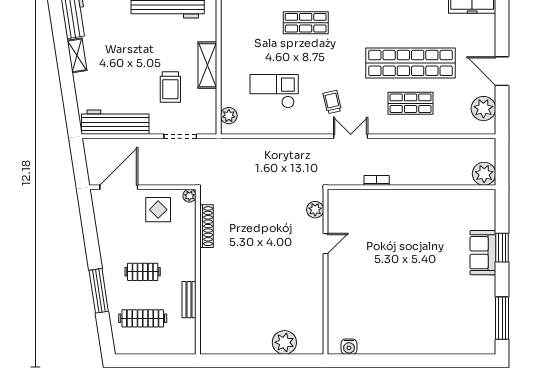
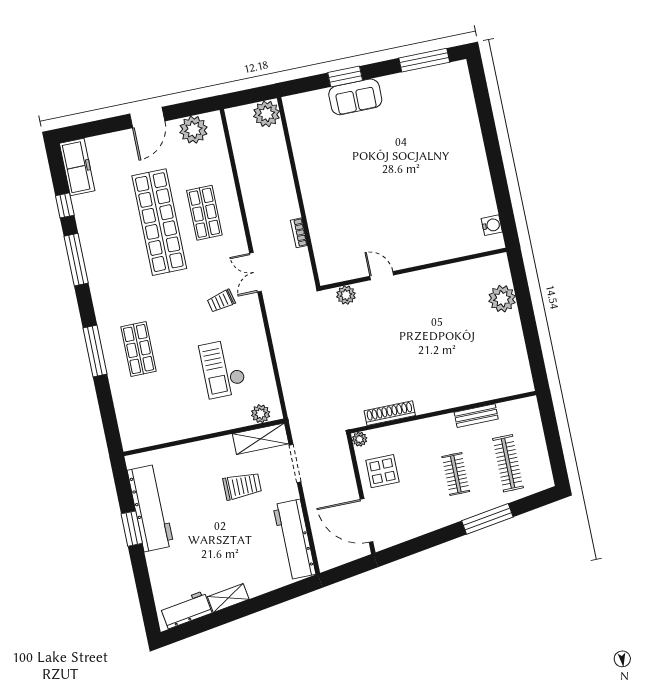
shelving: (207, 65) -> (261, 439), moved

